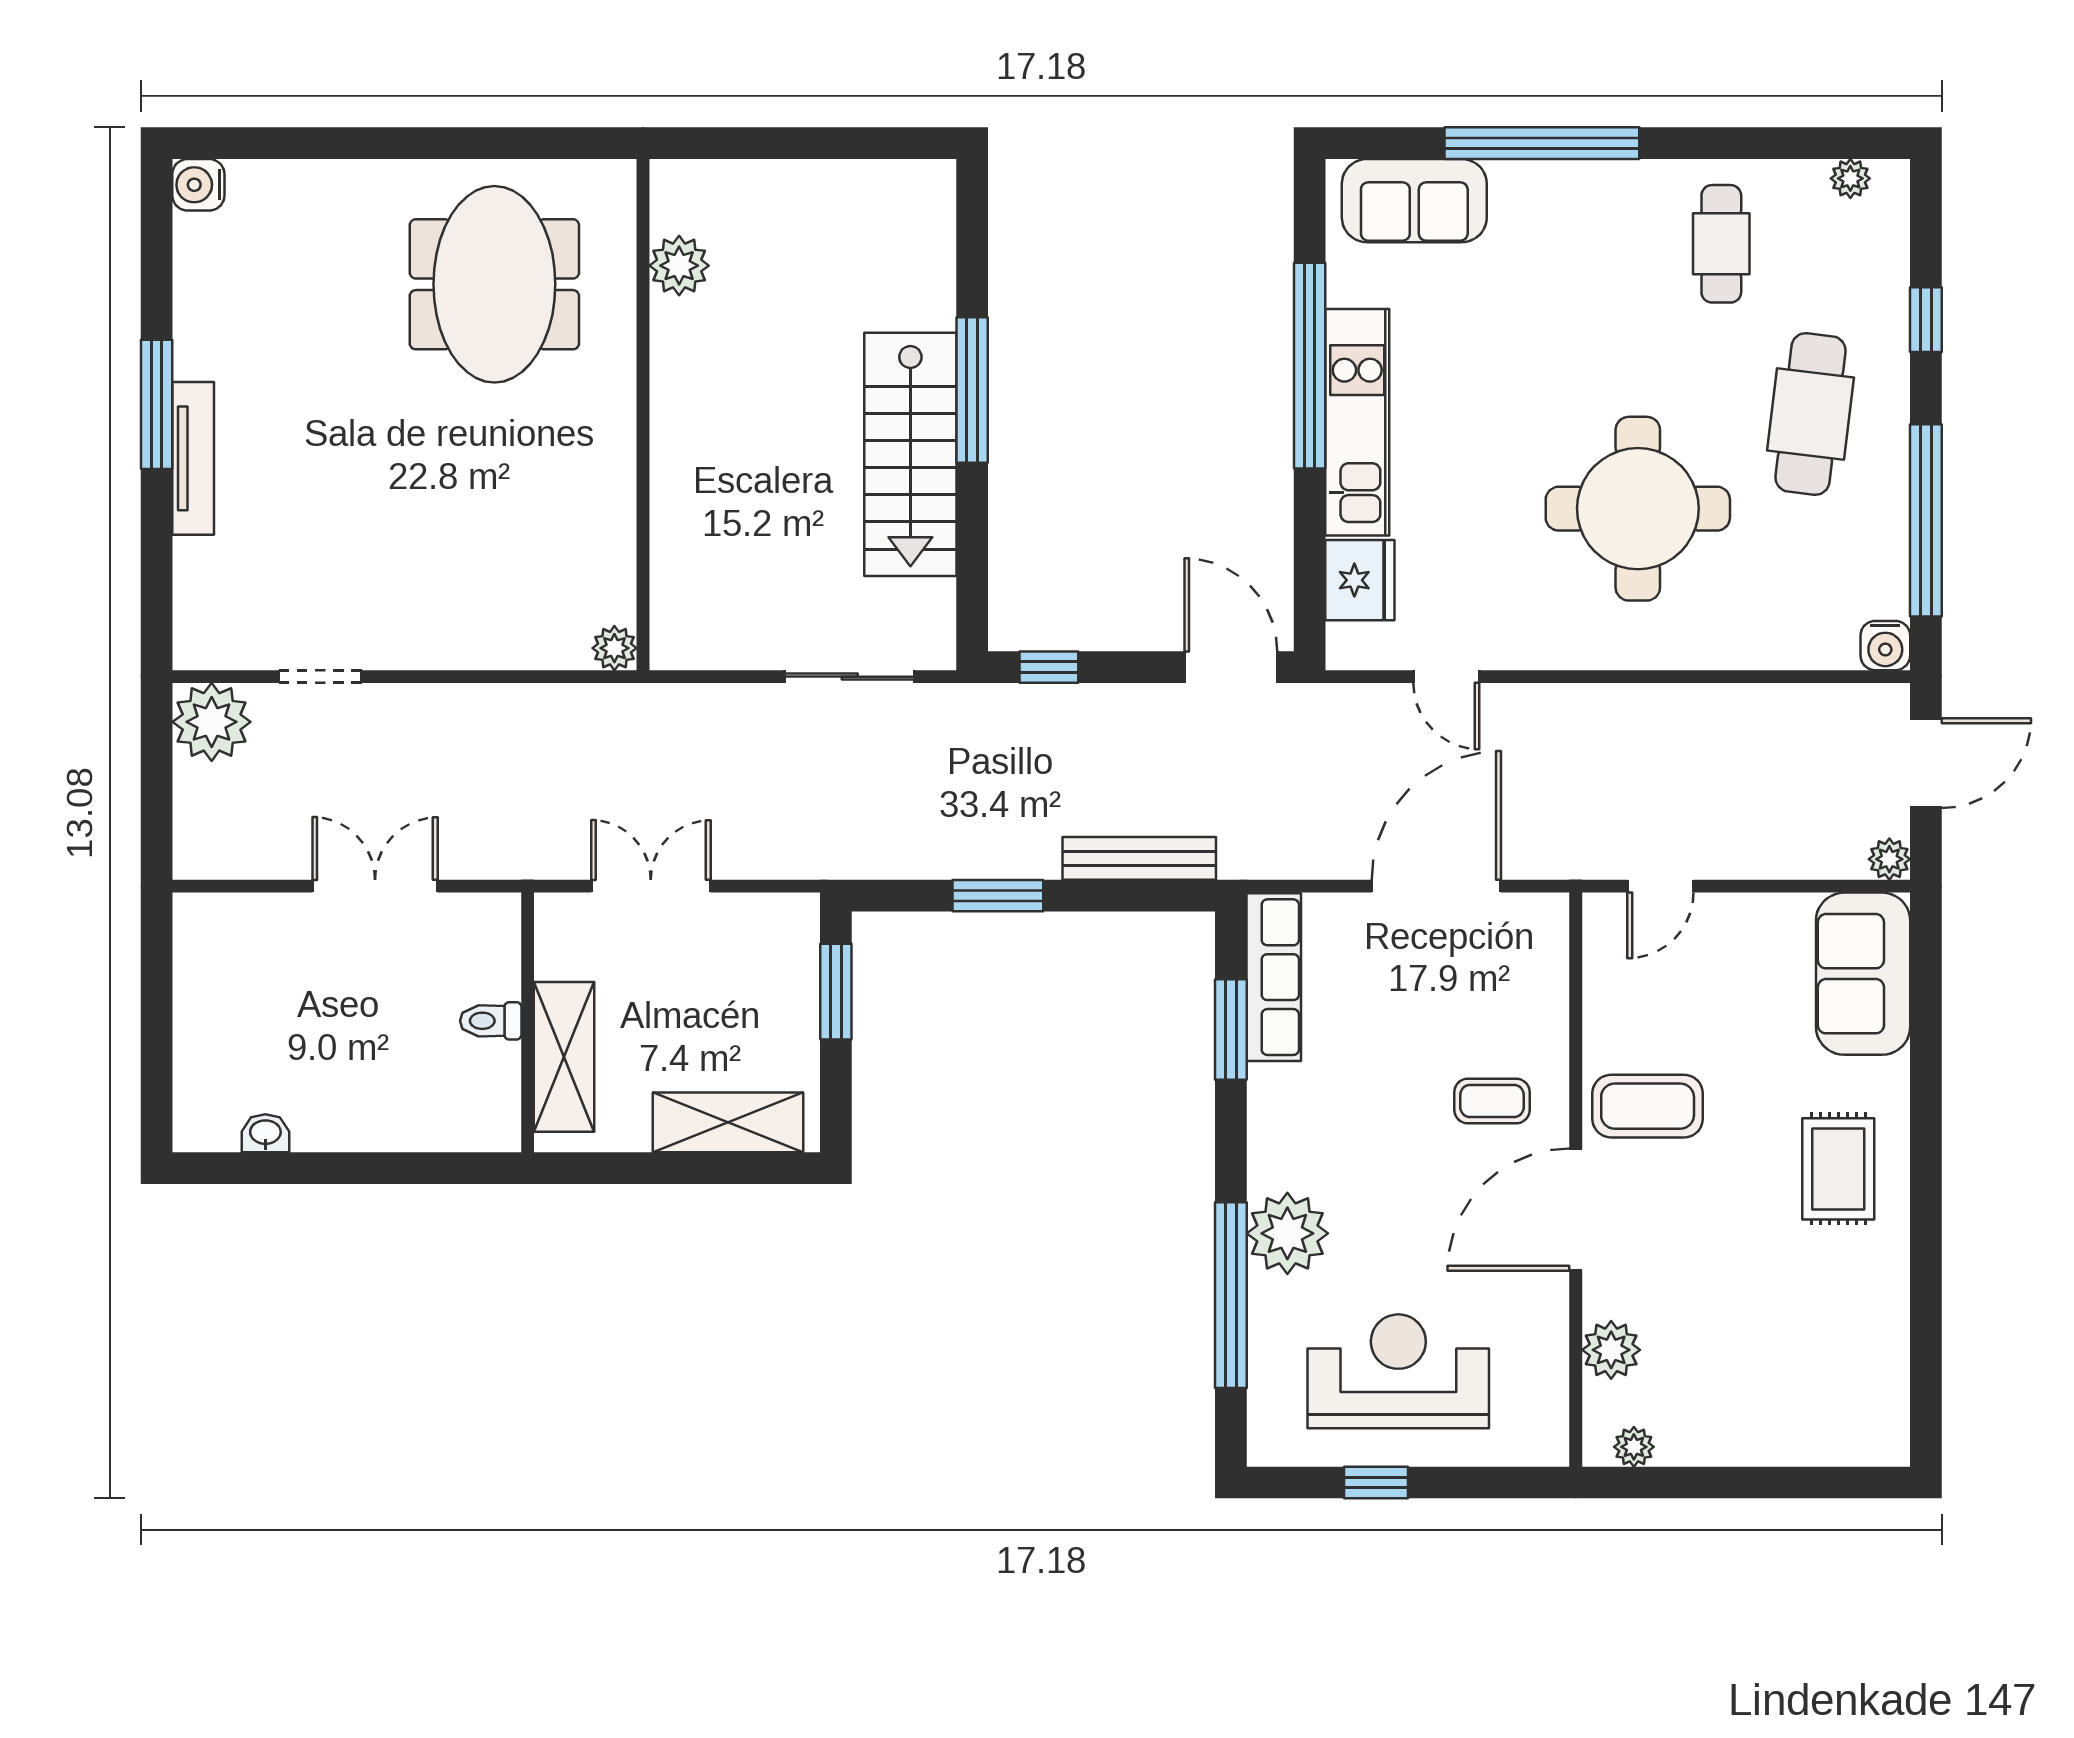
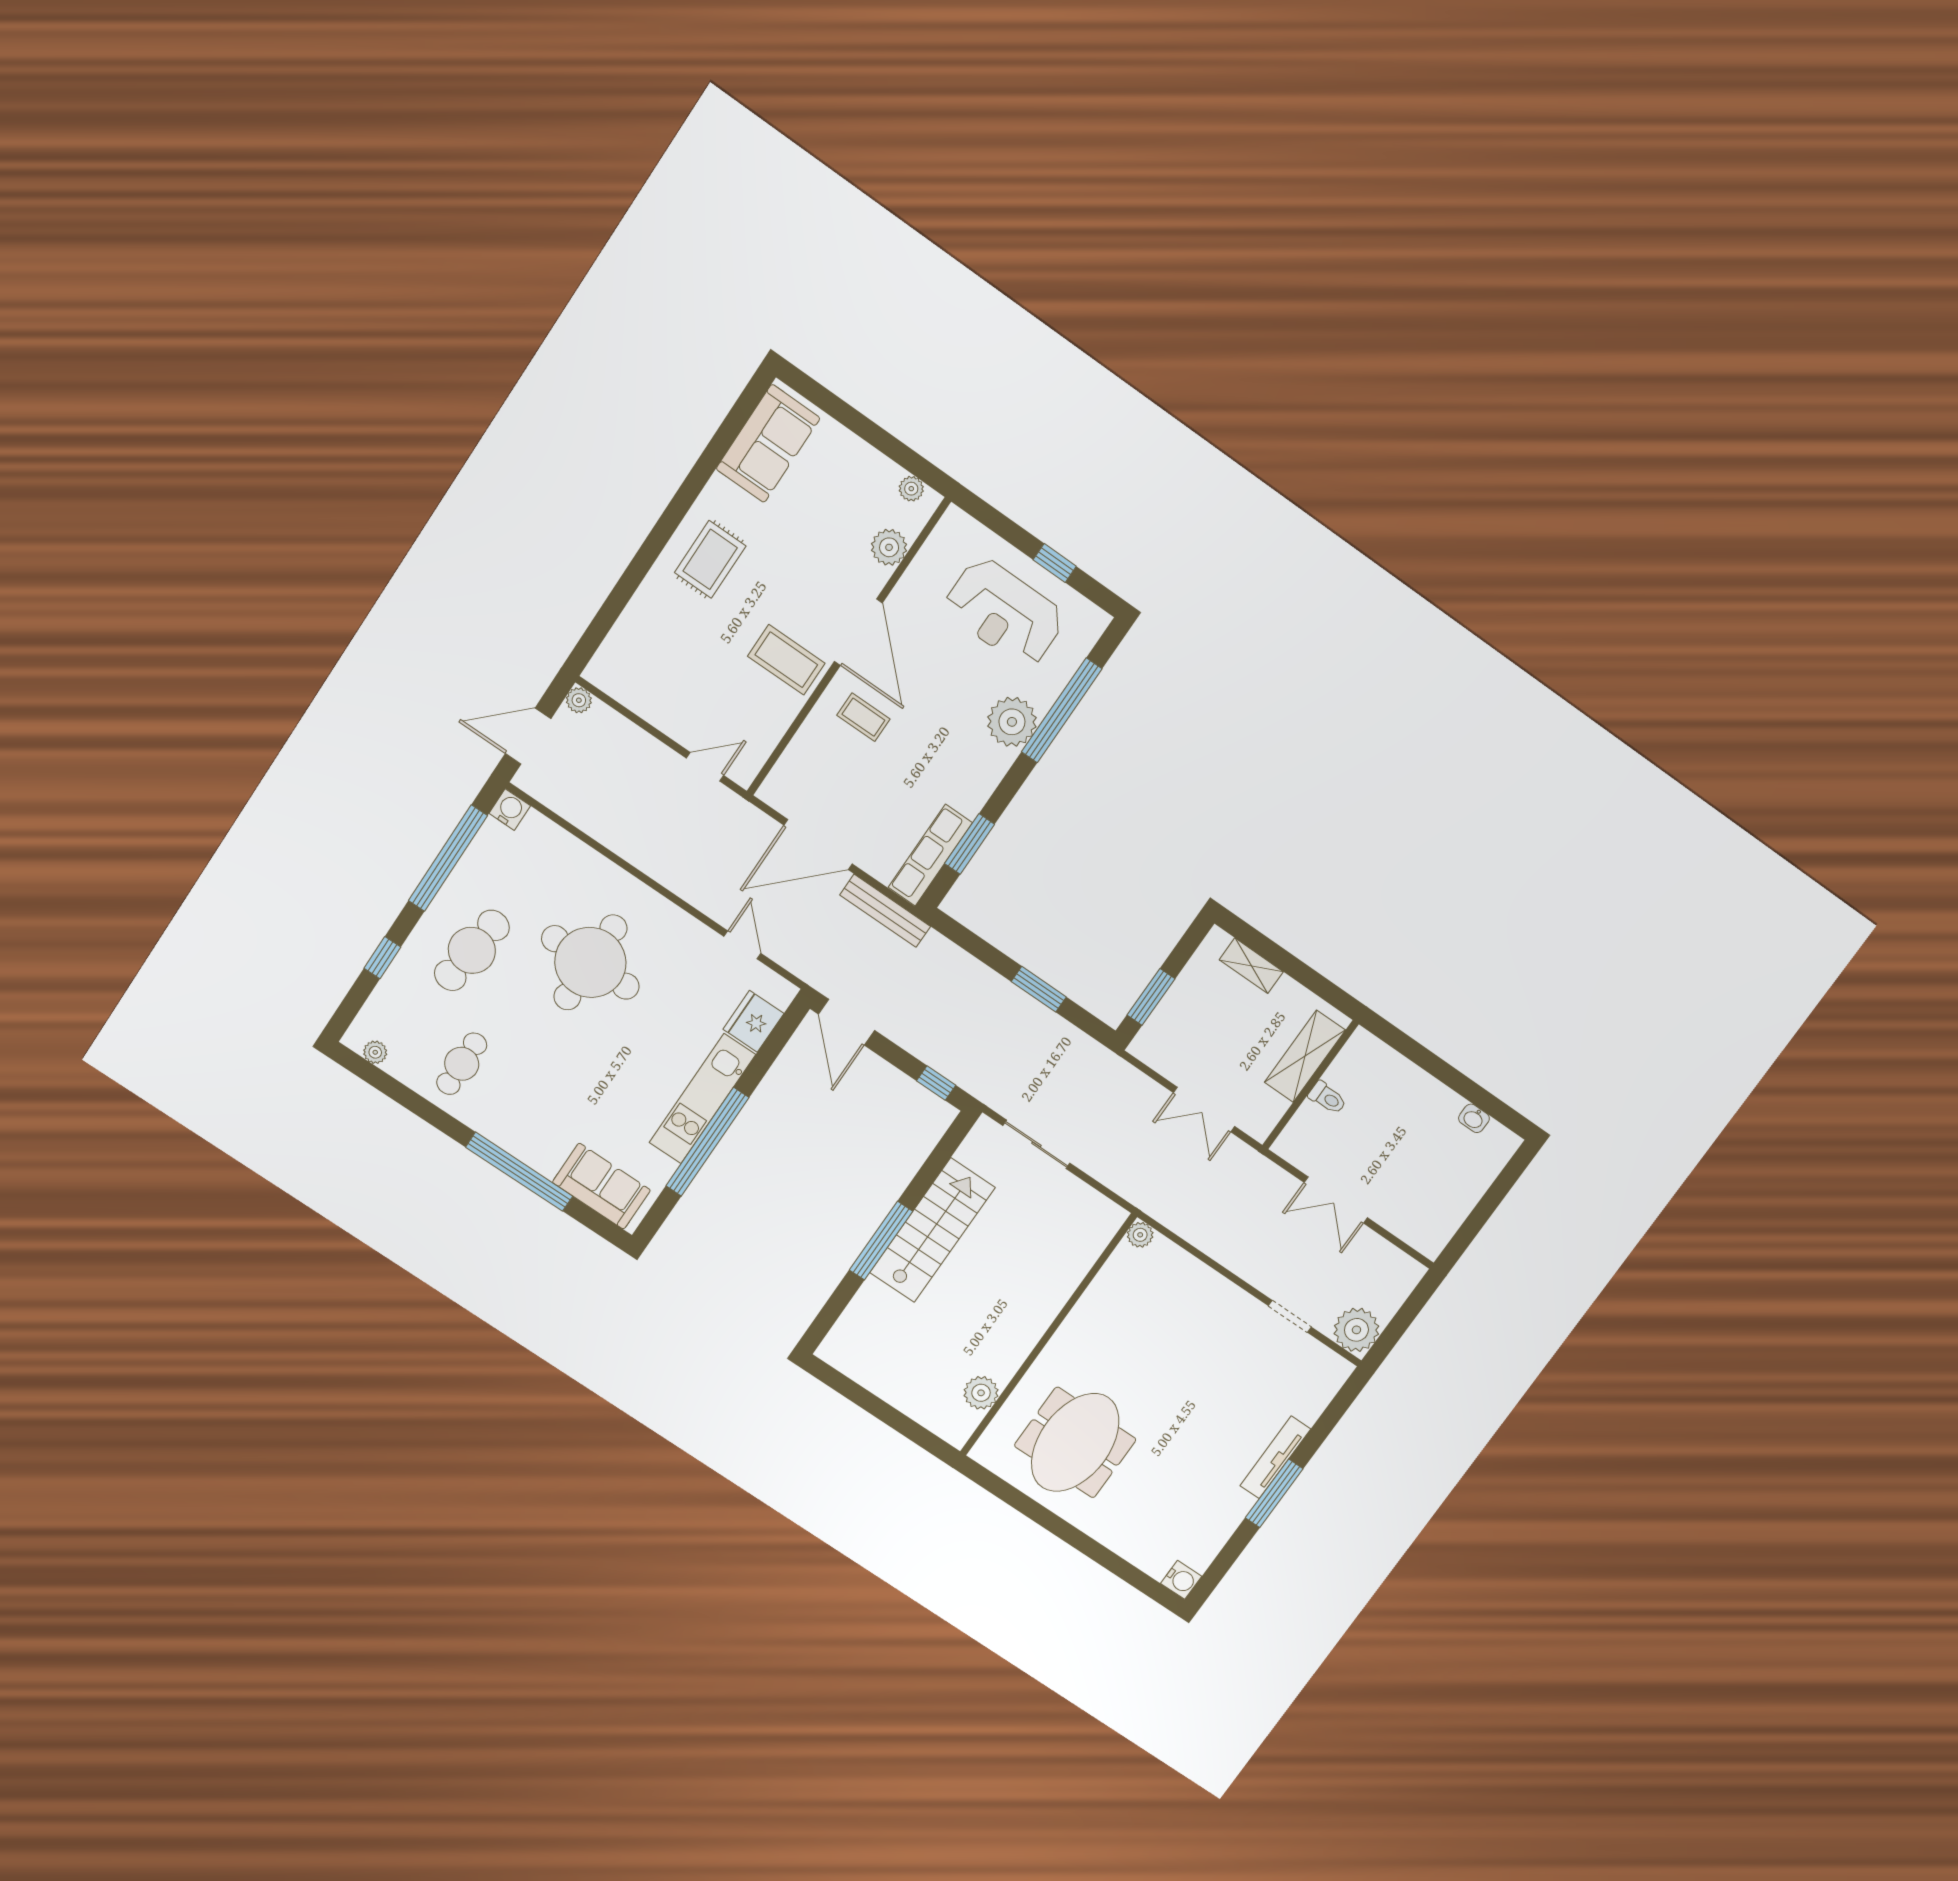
bench: (1139, 858) -> (885, 911), moved
sofa: (1863, 974) -> (768, 444), moved
shelving: (728, 1122) -> (1251, 966), width x0.67, depth x0.75
door: (1576, 1210) -> (858, 632), hinge flipped

